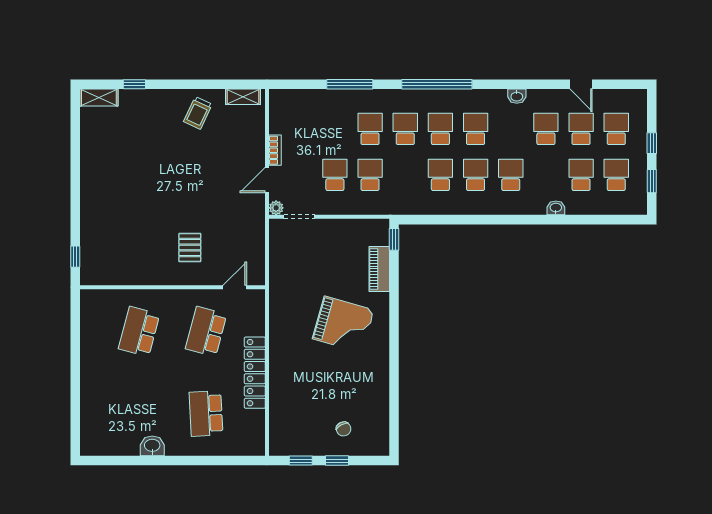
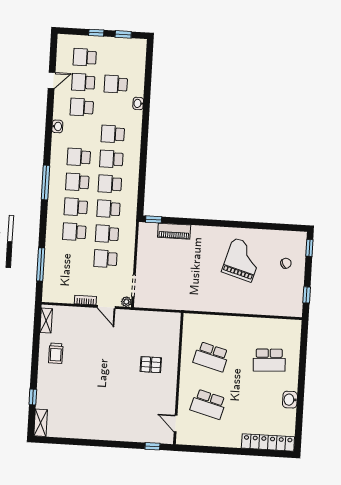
window: (350, 84) -> (41, 264), moved
window: (437, 84) -> (46, 183), width x0.68
trolley: (198, 113) -> (56, 353), turned 65
school desk: (616, 175) -> (108, 209), moved
door: (235, 287) -> (176, 423), moved
grand piano: (343, 324) -> (242, 260), moved
locker: (255, 373) -> (268, 442), moved, turned 180
window: (337, 461) -> (309, 248), moved

